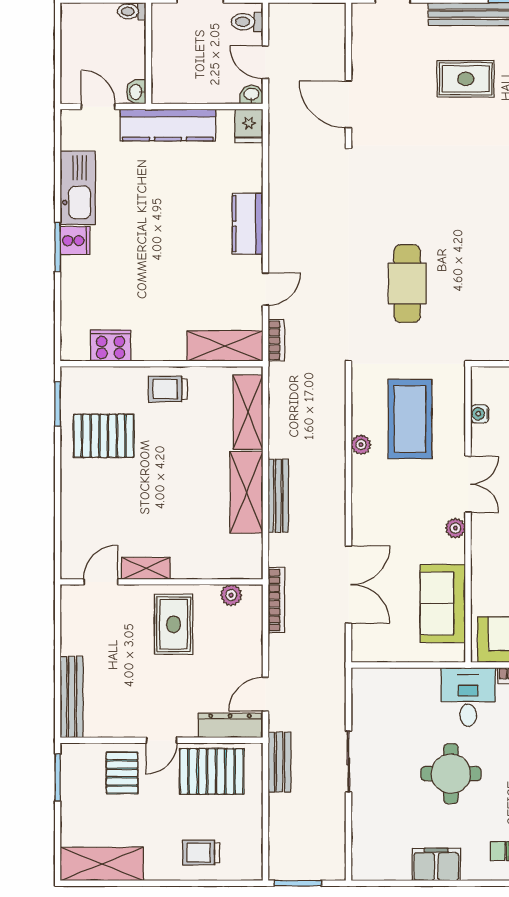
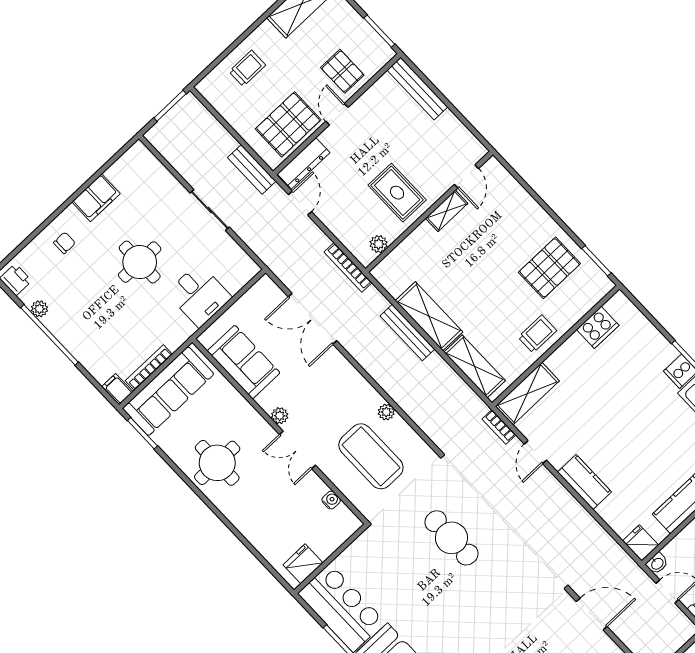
desk: (468, 697) -> (199, 295), moved

